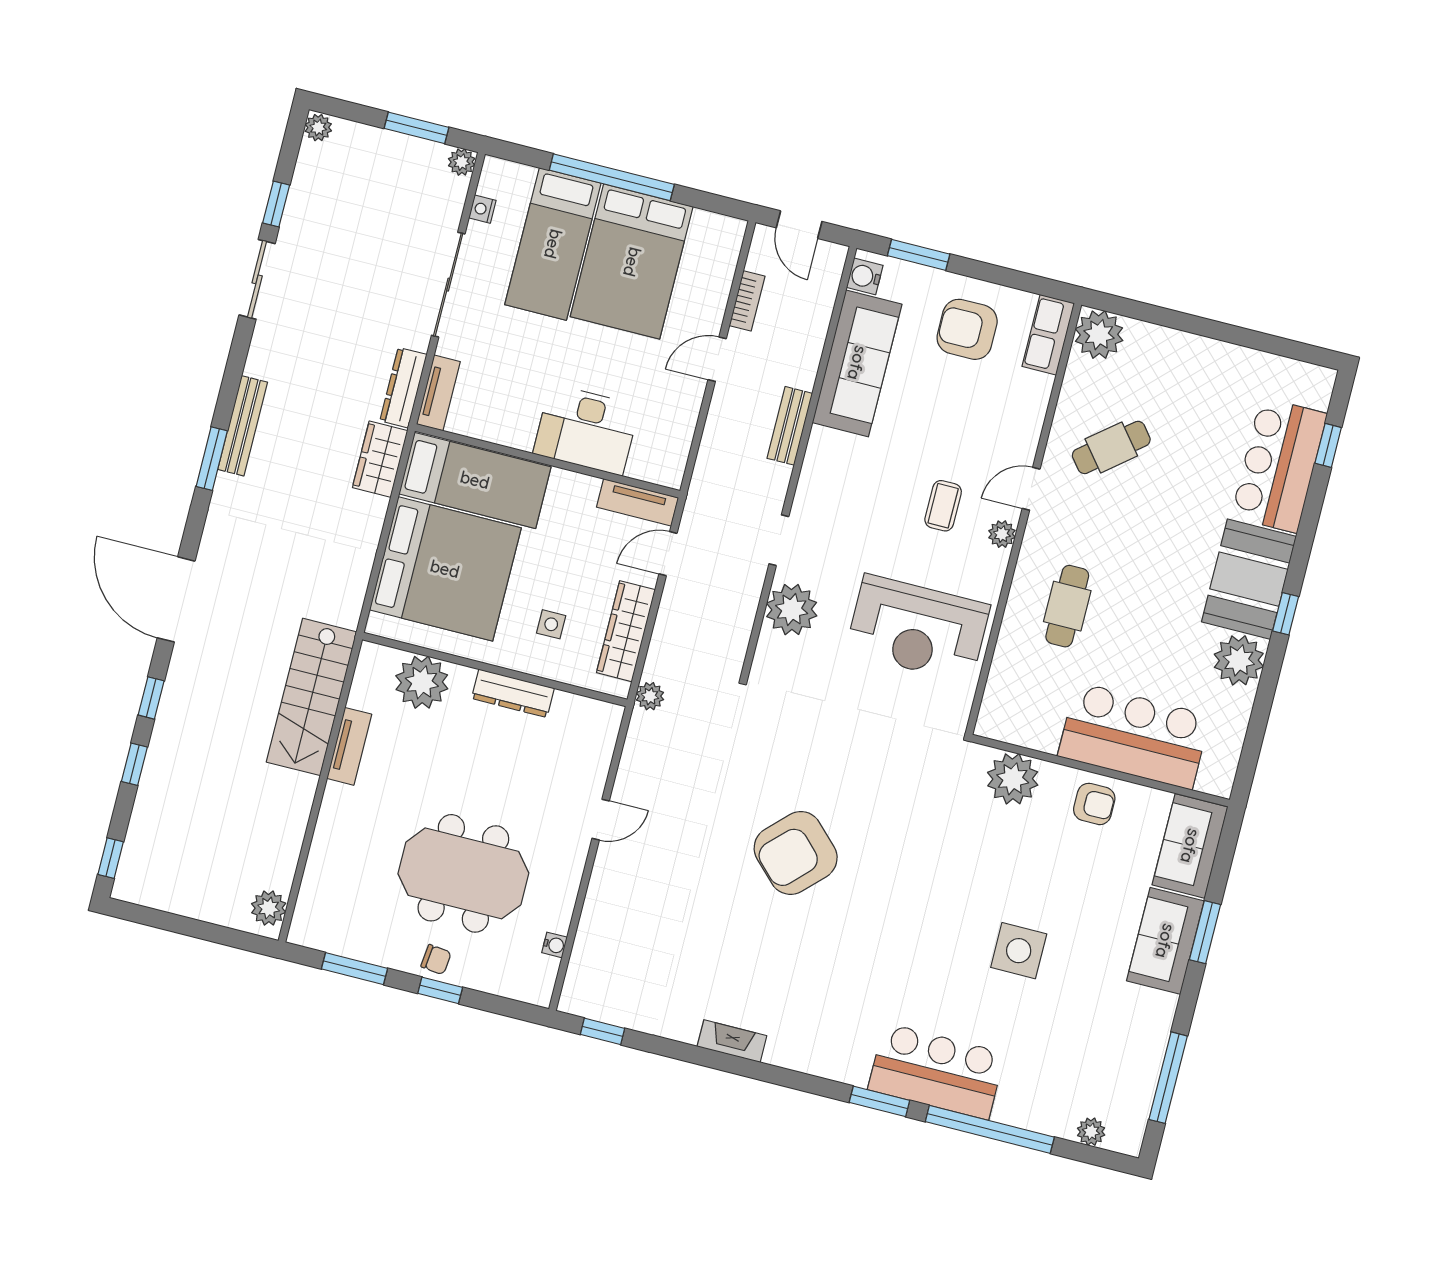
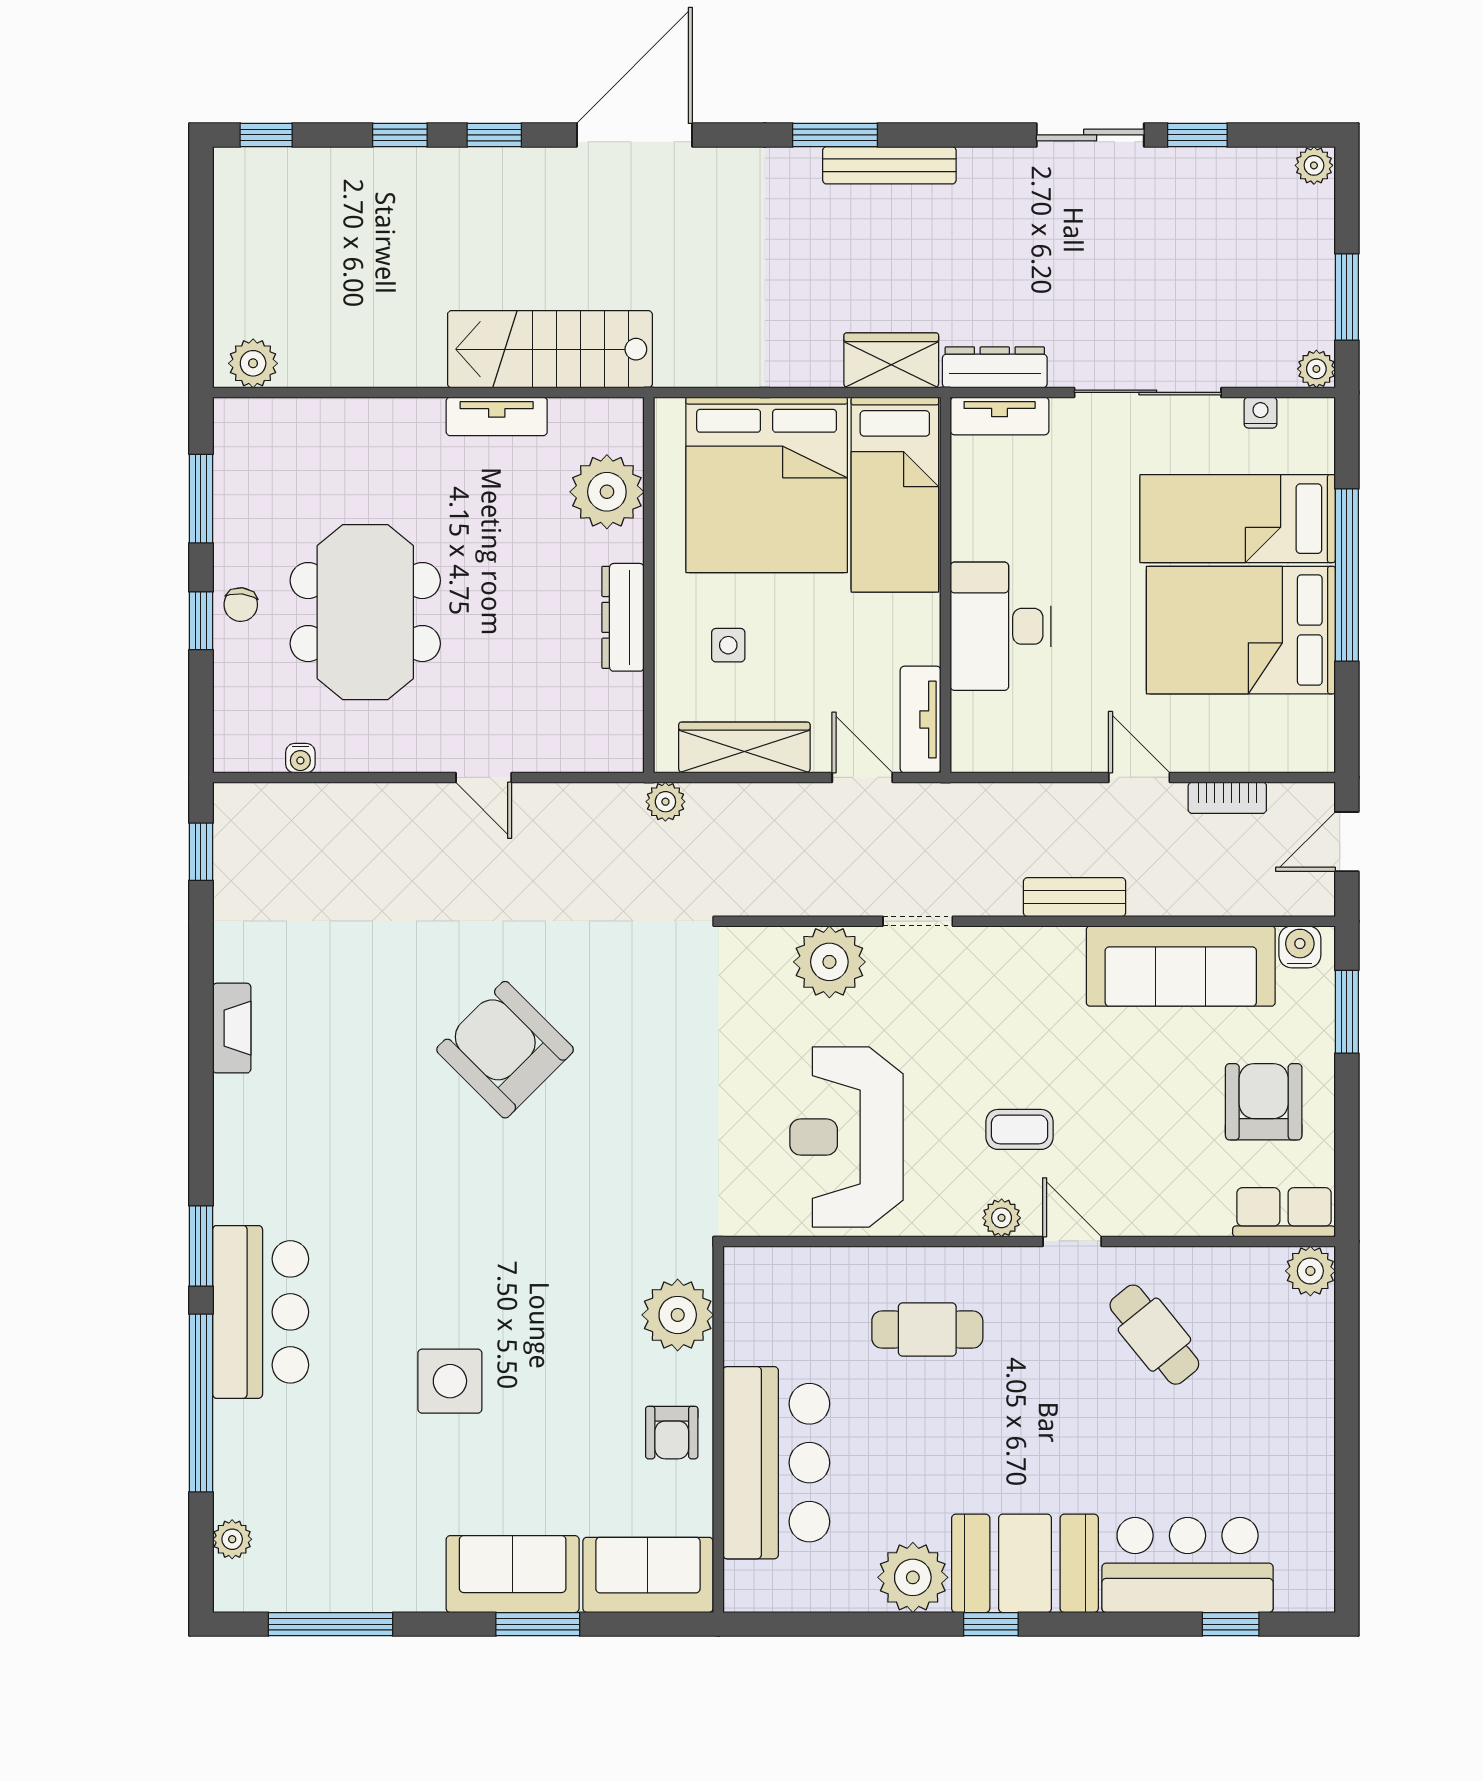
plant: (1099, 335) -> (1310, 1271), width x0.73, depth x0.73

